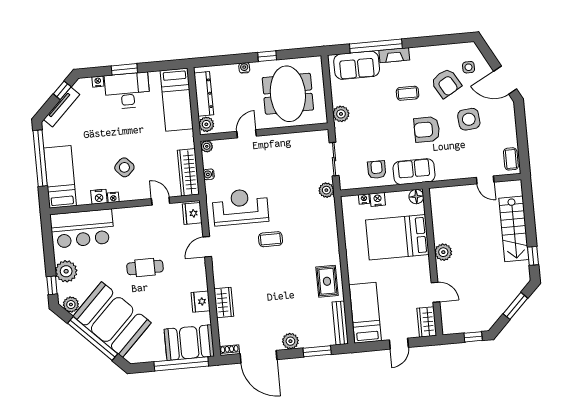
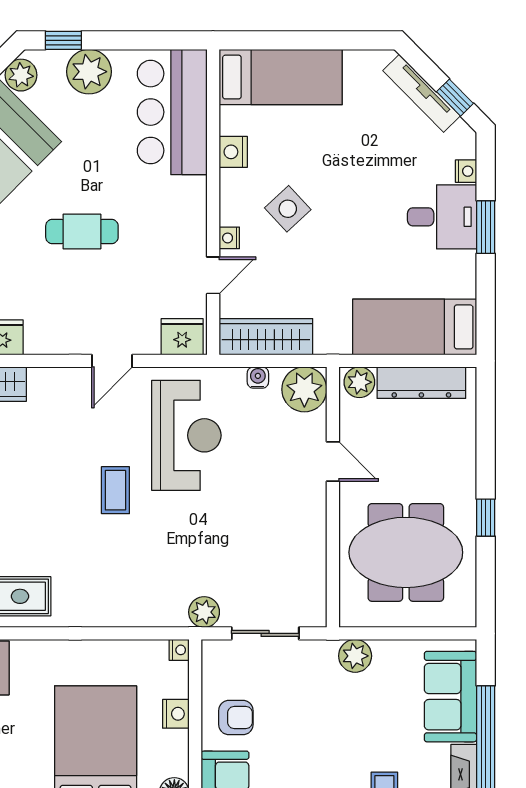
water cooler: (244, 68) -> (466, 469), removed
desk: (127, 91) -> (442, 217), width x0.73
plant: (207, 146) -> (304, 389), width x1.88, depth x1.88
window: (40, 158) -> (322, 40), removed
nightstand: (113, 197) -> (229, 238), moved
nightstand: (364, 199) -> (179, 650), moved
door: (207, 247) -> (112, 361), swing flipped
cafe table: (145, 267) -> (82, 232), turned 90

